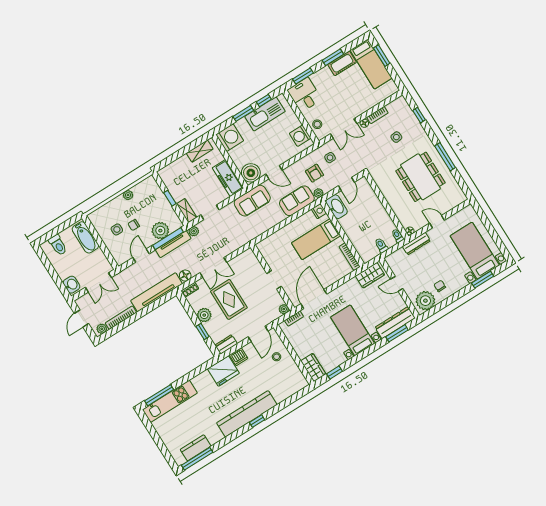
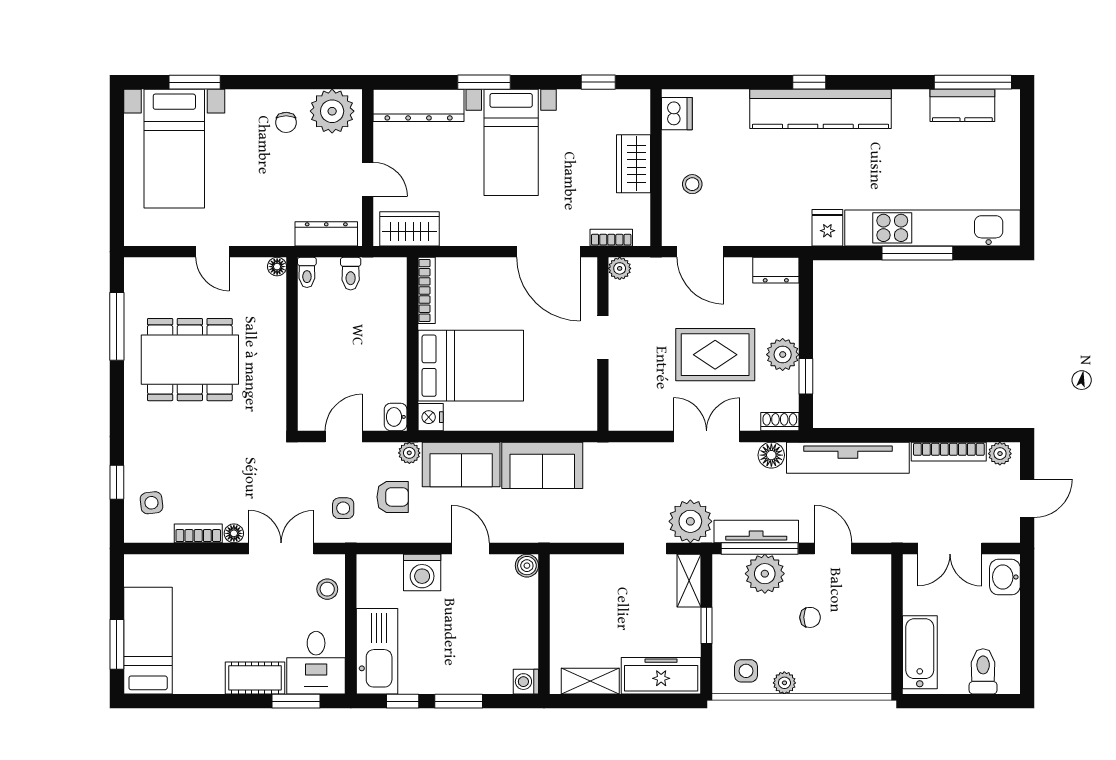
window: (333, 57) -> (214, 701), removed
cot: (342, 63) -> (255, 678), moved
kitchen sink: (265, 114) -> (377, 651), moved, turned 90
washing machine: (300, 136) -> (422, 573), moved, turned 90
side table: (396, 137) -> (151, 503), moved
washing machine: (230, 138) -> (526, 682), width x0.53, depth x0.53
window: (445, 157) -> (117, 326), moved
boiler: (251, 173) -> (527, 566), width x0.54, depth x0.54
armchair: (314, 173) -> (393, 497), turned 90
dining table: (420, 177) -> (190, 360), turned 90
freezer: (228, 178) -> (661, 676), moved, turned -90
sofa: (252, 201) -> (542, 465), moved, turned 180
washbasin: (337, 207) -> (396, 417), width x0.52, depth x0.69
side table: (117, 229) -> (746, 671), moved
plant: (194, 231) -> (690, 521), width x1.88, depth x1.88
bed: (316, 239) -> (471, 366), width x1.50
dresser: (416, 244) -> (326, 234), moved
door: (141, 256) -> (833, 548), swing flipped
double door: (98, 282) -> (950, 548), swing flipped
rug: (229, 299) -> (715, 355), turned 90
door: (314, 299) -> (548, 252), hinge flipped
window: (203, 331) -> (806, 376), moved
window: (397, 333) -> (484, 82), moved
door: (258, 334) -> (700, 252), swing flipped
dishwasher: (239, 357) -> (677, 114), moved, turned 90
wardrobe: (313, 367) -> (634, 164), moved
fridge: (223, 371) -> (827, 228), width x0.53, depth x0.75
window: (159, 395) -> (917, 253), moved
kitchen unit: (170, 401) -> (933, 228), width x1.36

